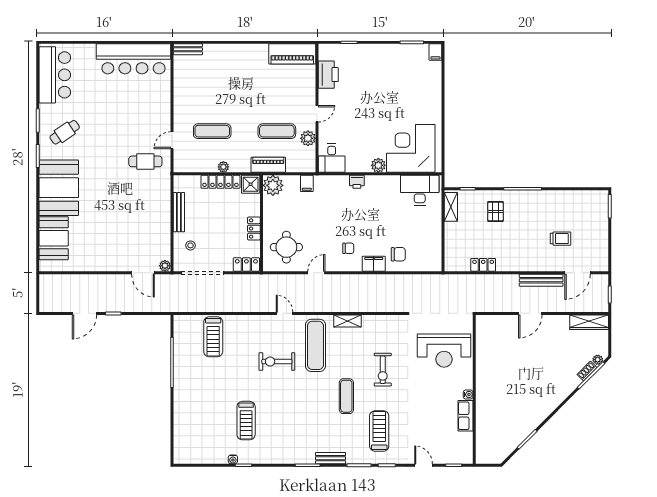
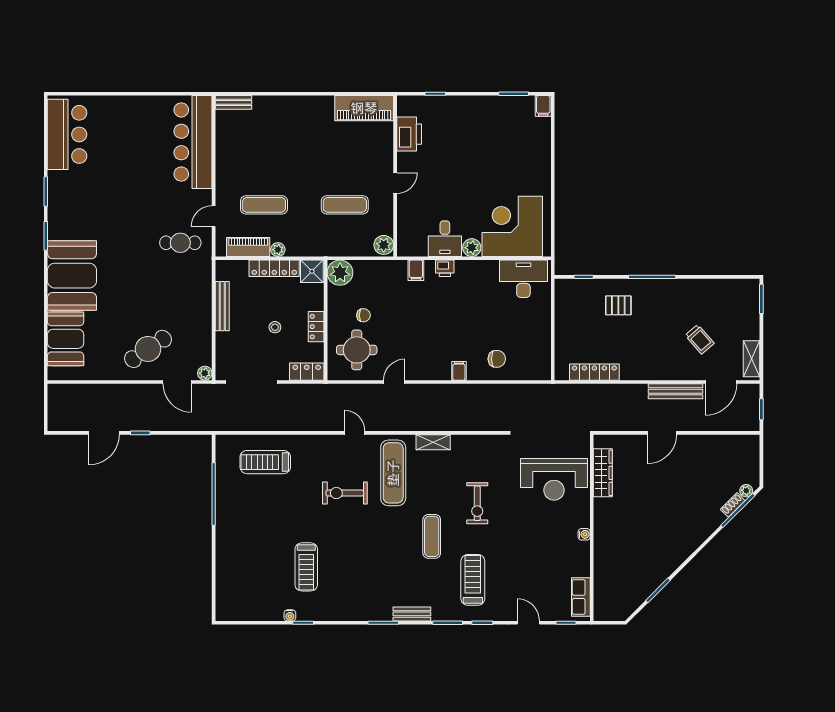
bar counter: (133, 59) -> (193, 142), moved, turned 90
cafe table: (65, 132) -> (148, 349), moved, width x1.37, depth x1.35
plant: (308, 138) -> (384, 245), moved
desk: (332, 158) -> (445, 239), moved
piano: (268, 165) -> (248, 247), moved
filing cabinet: (307, 183) -> (416, 270), moved
shelving: (451, 207) -> (751, 359), moved
pallet: (495, 211) -> (618, 305), turned 90
trolley: (560, 239) -> (700, 339), turned 49
stool: (190, 245) -> (275, 327), moved
chair: (348, 248) -> (363, 315), moved
filing cabinet: (374, 264) -> (459, 371), width x0.50
locker: (483, 265) -> (594, 372), width x1.53
wardrobe: (589, 322) -> (603, 473), moved, turned -90
treadmill: (213, 337) -> (265, 462), turned 90
row of seats: (465, 416) -> (581, 597), moved

